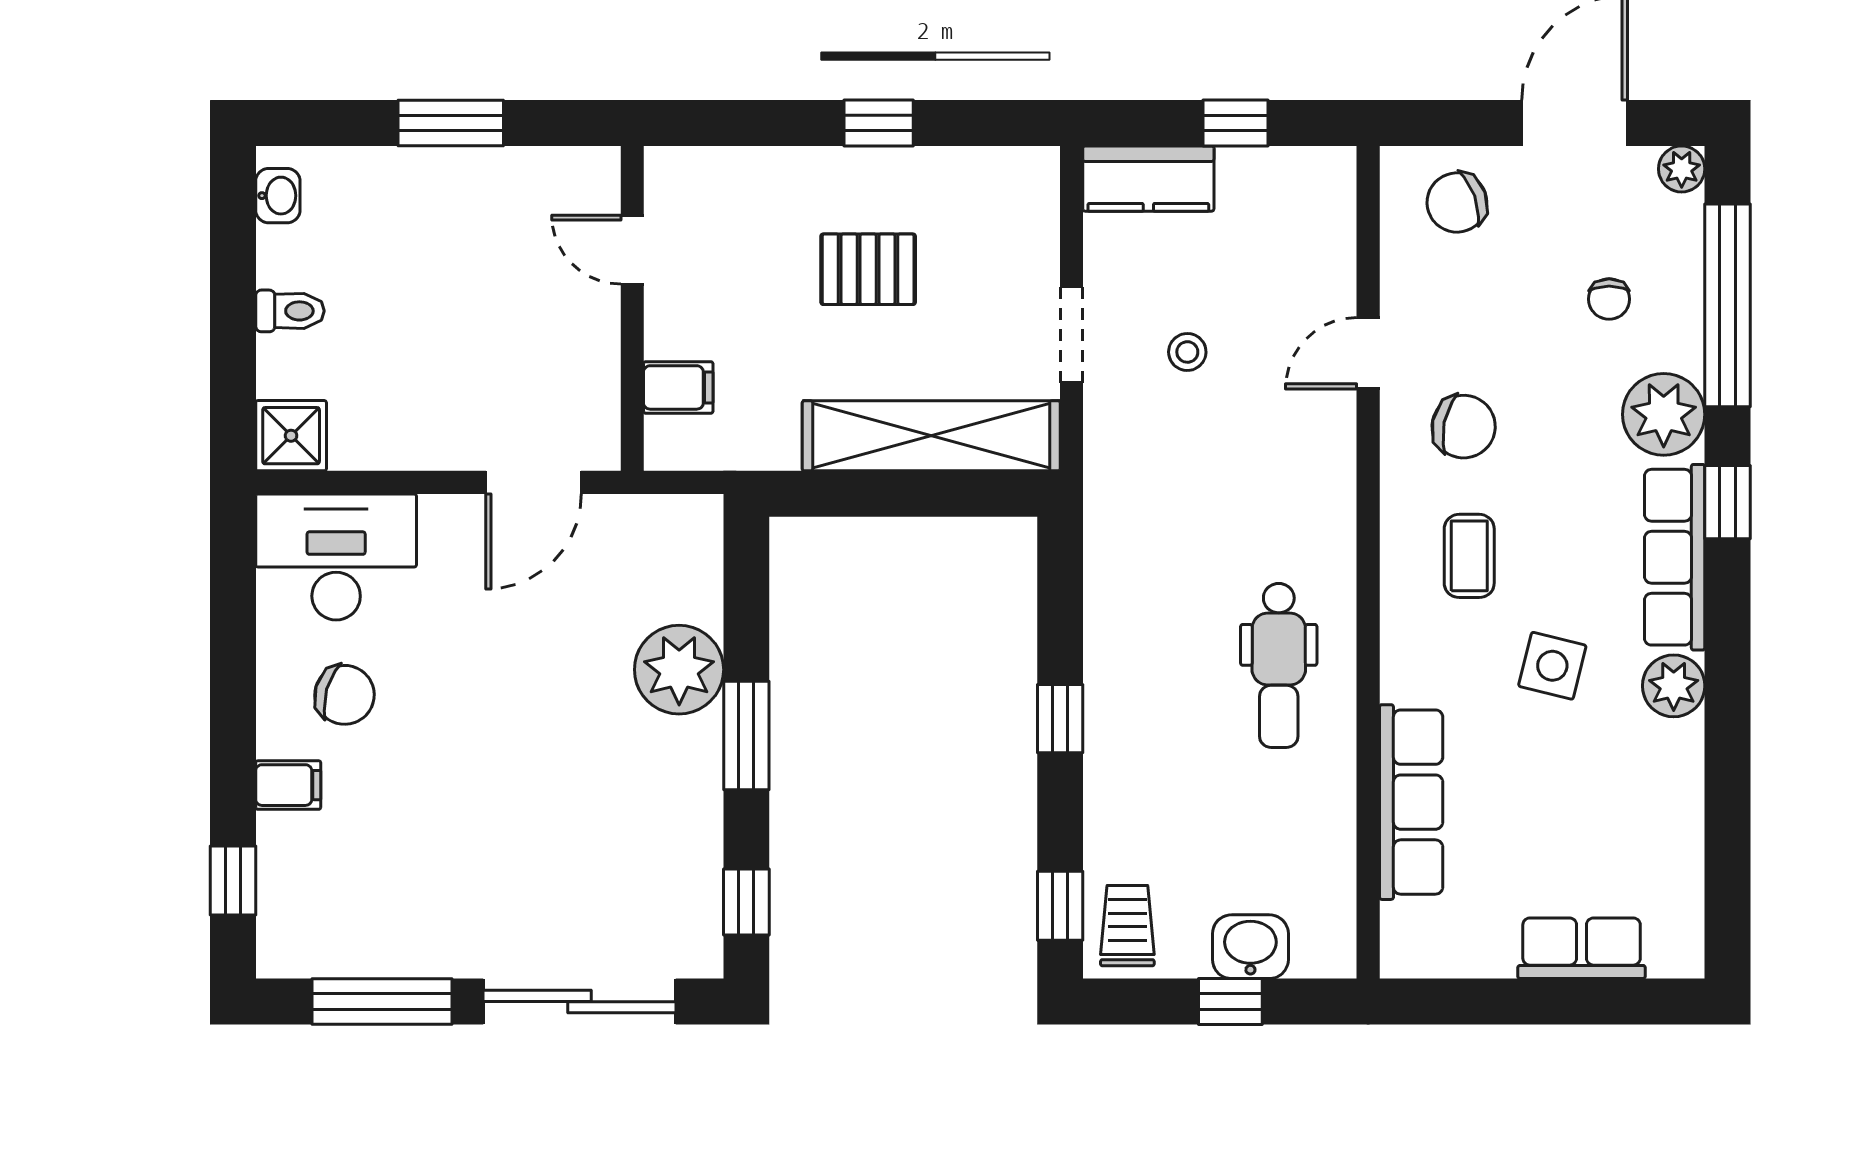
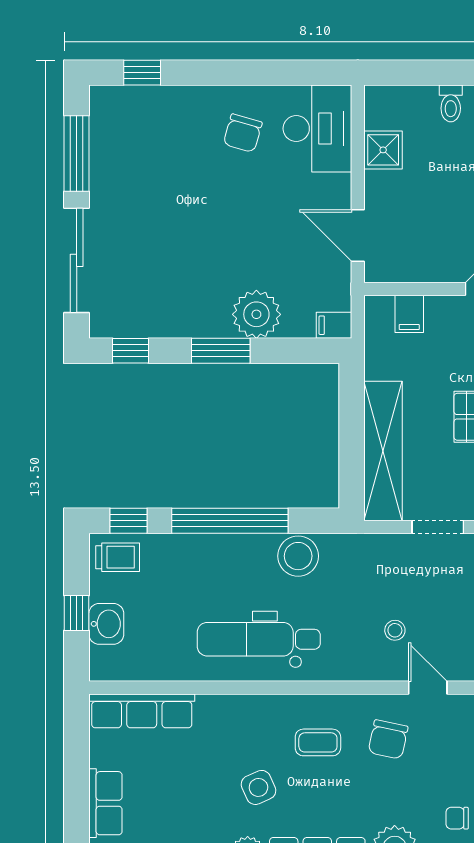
stool: (1187, 352) -> (395, 630), moved
shower: (291, 436) -> (383, 150), moved
stool: (1125, 593) -> (298, 556), added
dental chair: (1279, 665) -> (259, 639), width x1.36, depth x1.38
side table: (1552, 666) -> (258, 787), turned -38
window: (1060, 719) -> (230, 521), width x3.17
filing cabinet: (288, 785) -> (334, 325), moved, turned 90
row of seats: (1411, 802) -> (142, 711), moved

